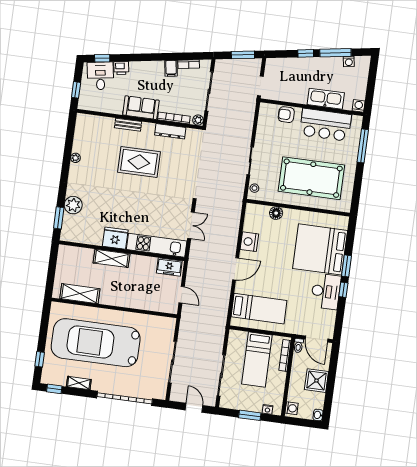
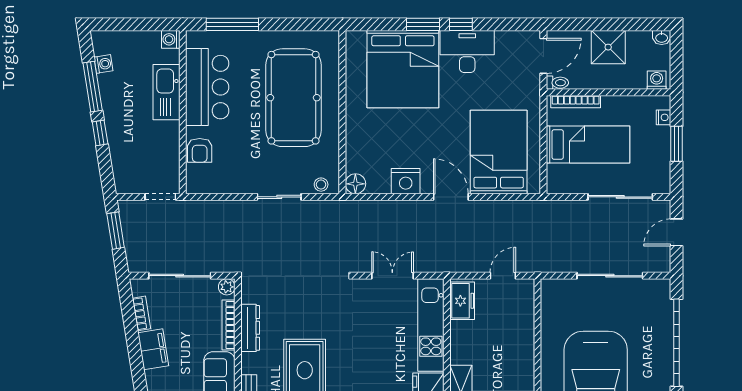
filing cabinet: (171, 68) -> (153, 349), width x2.00
floor lamp: (276, 213) -> (355, 184), moved
bed: (259, 309) -> (499, 152), width x1.50

